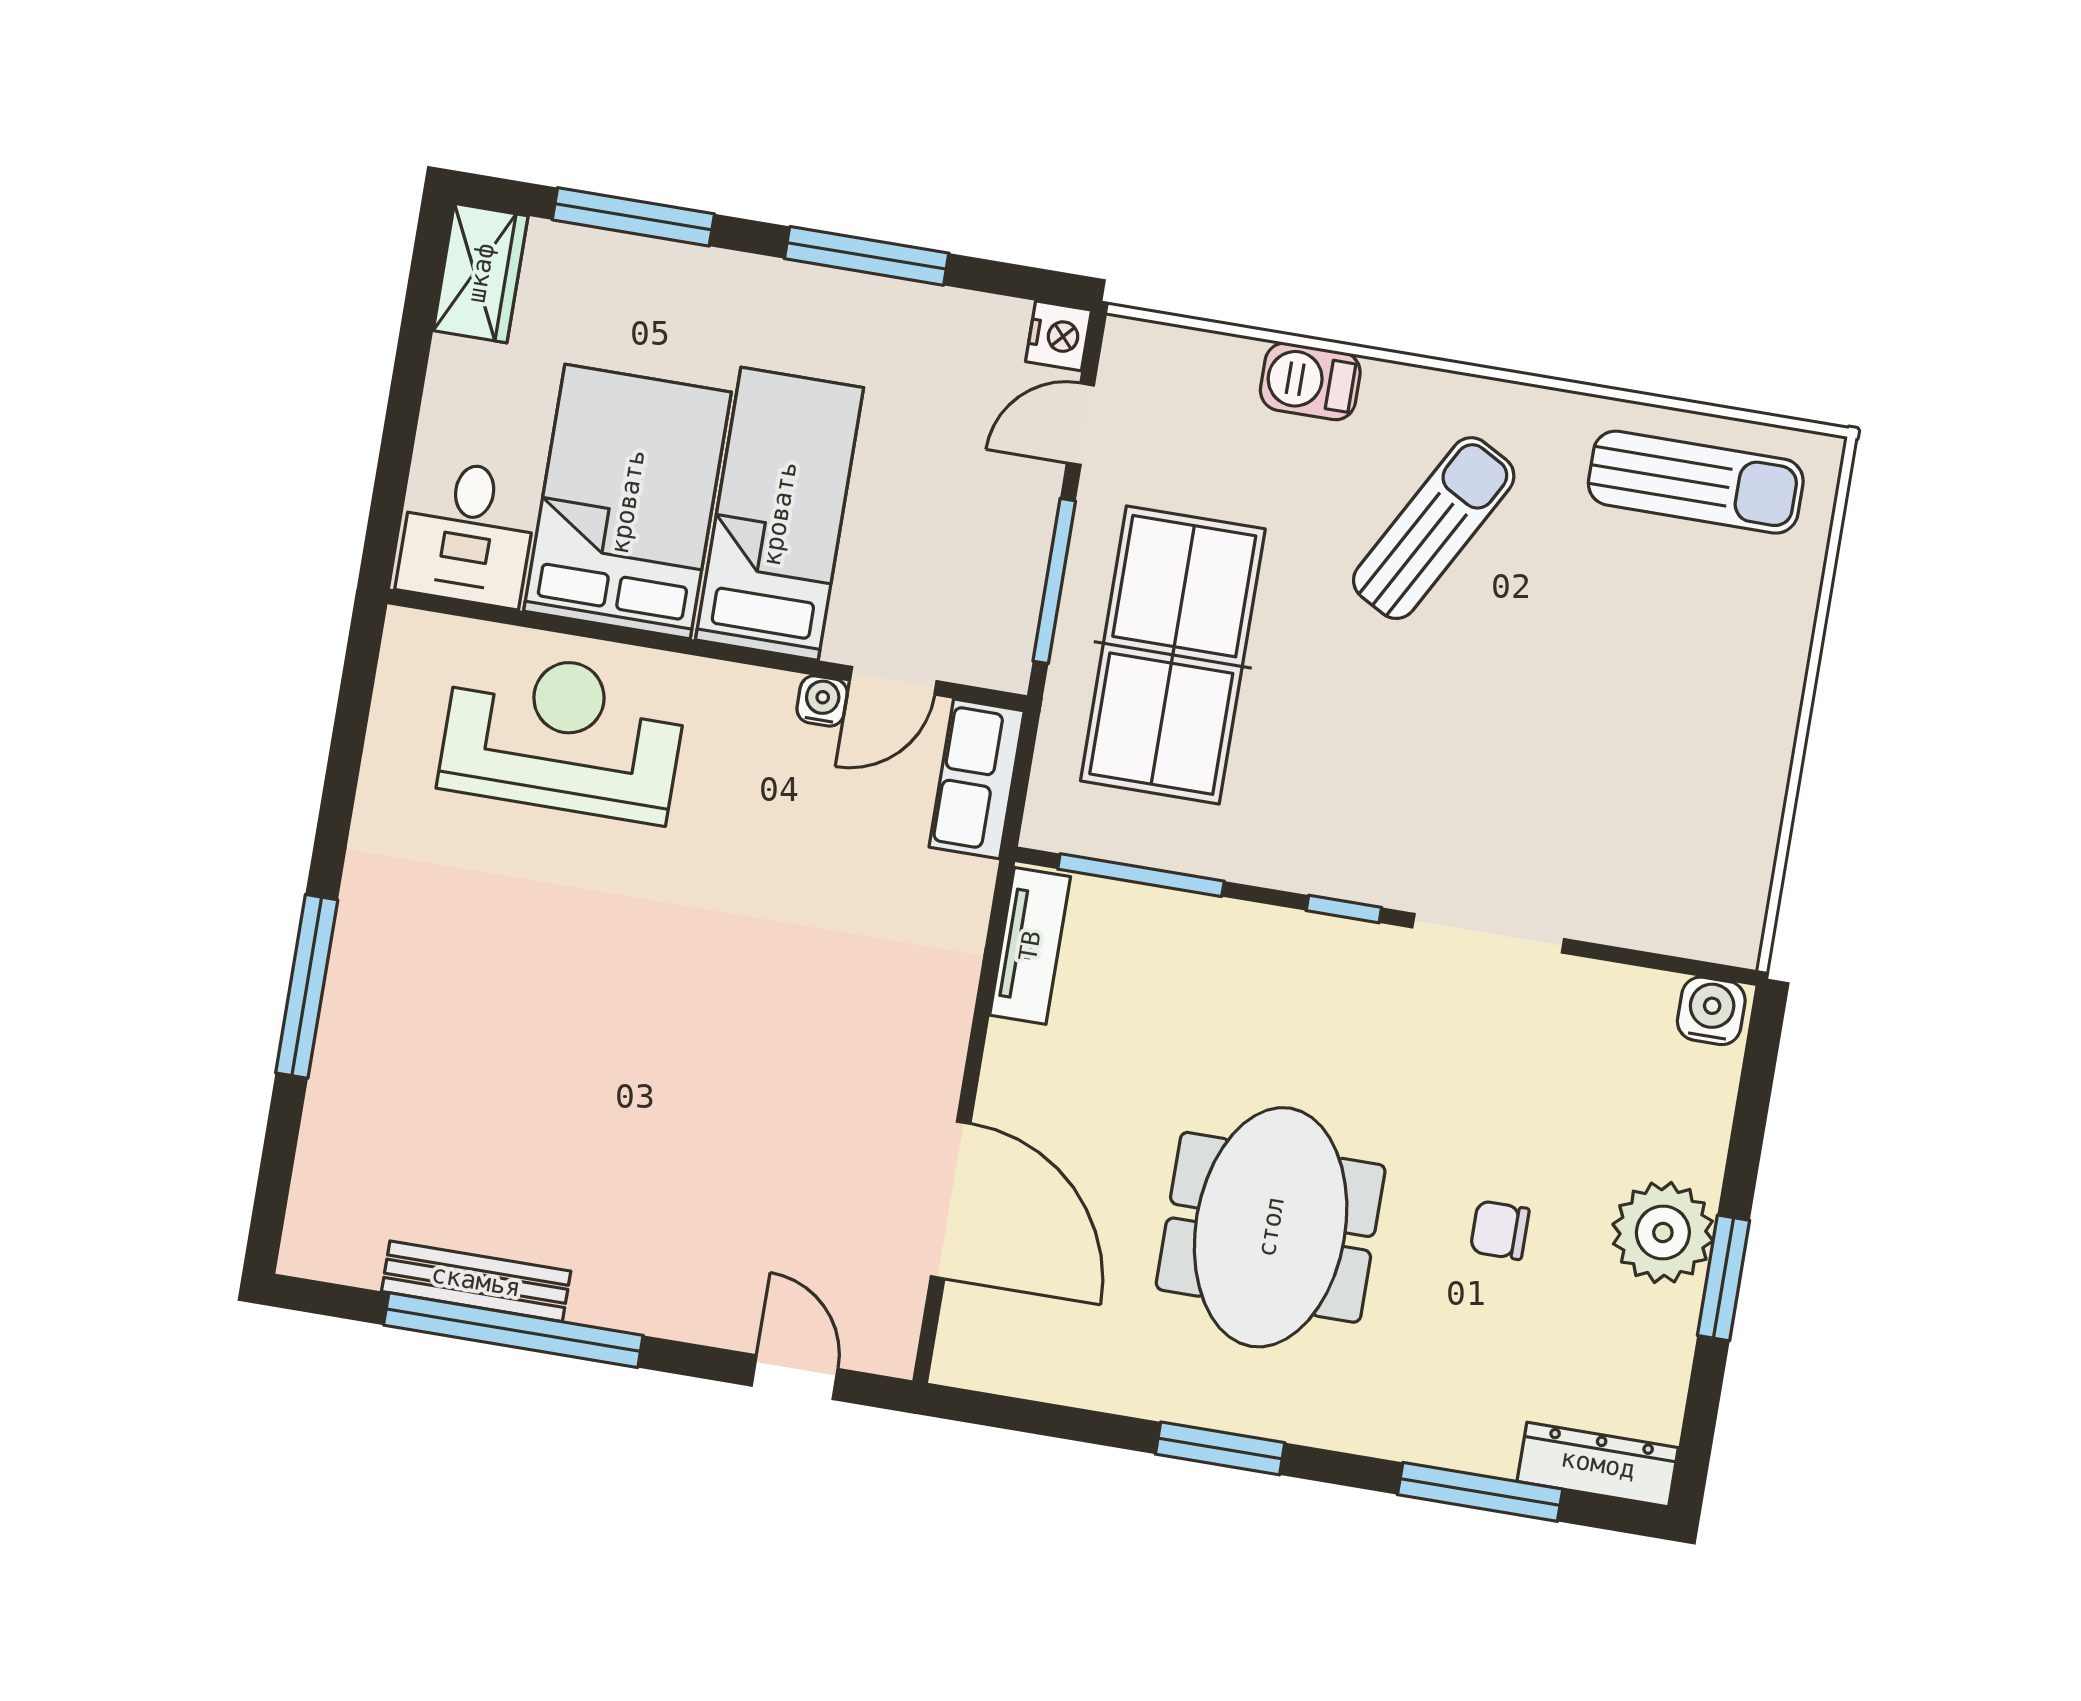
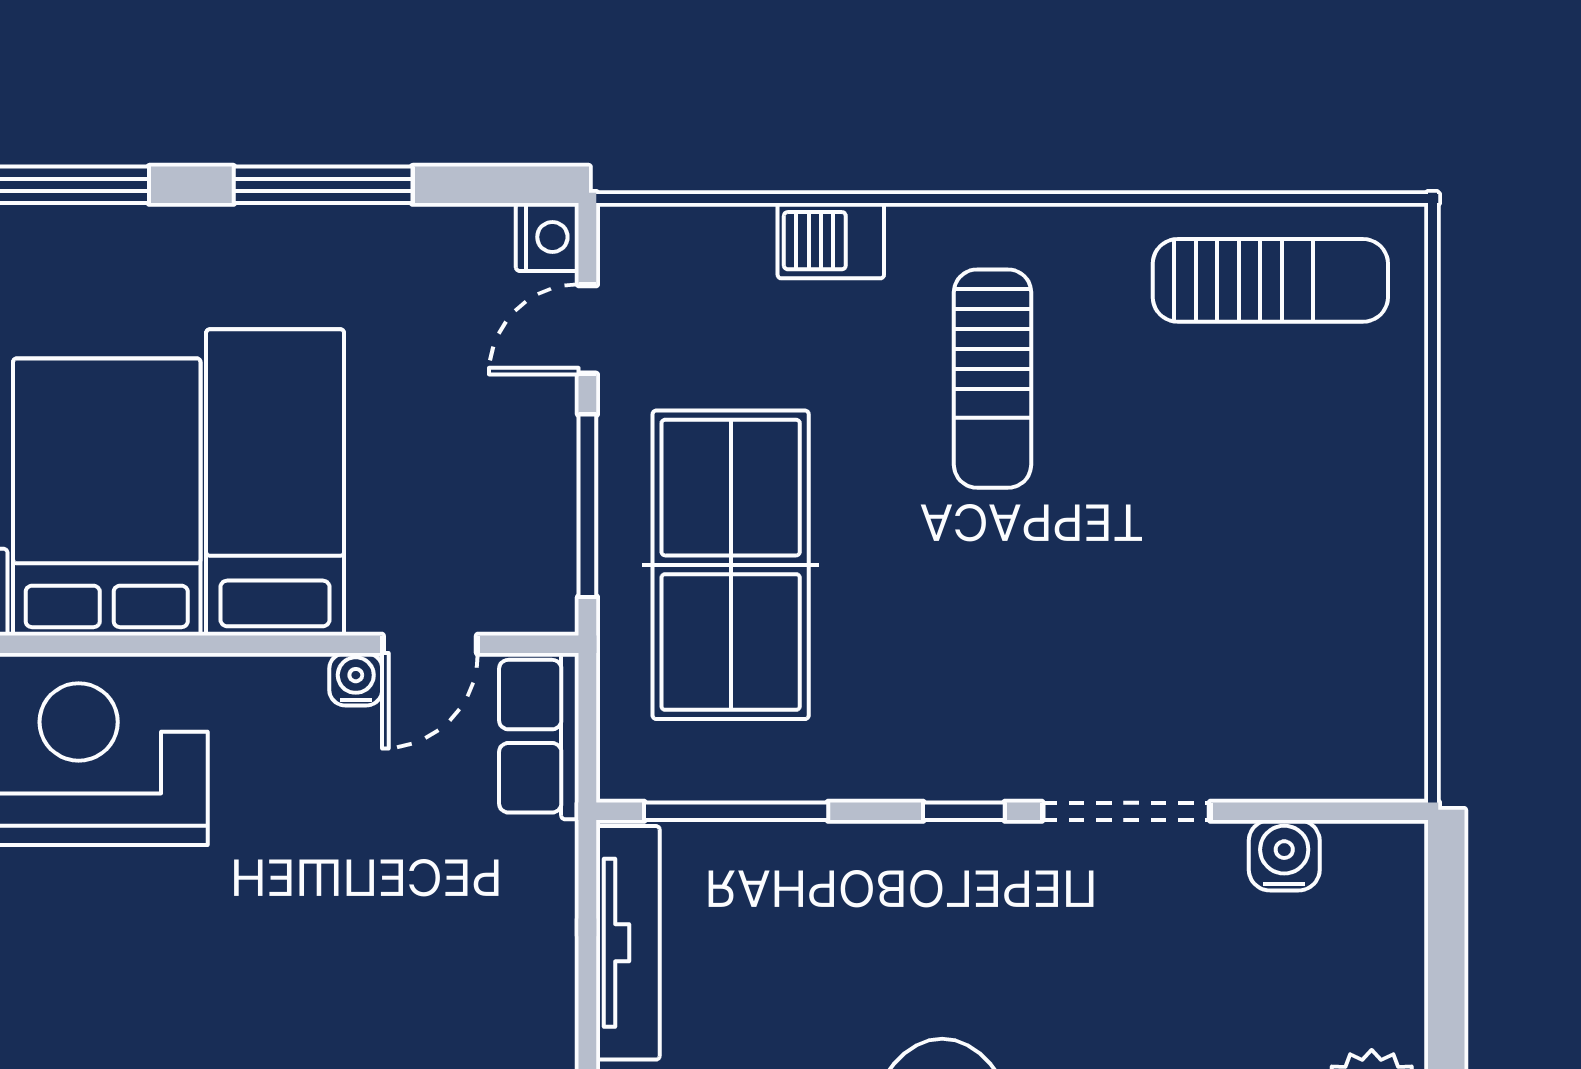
sun lounger: (1434, 528) -> (993, 379), turned 151
tv unit: (1030, 946) -> (628, 943), width x1.41
water cooler: (1711, 1011) -> (1284, 855), moved

